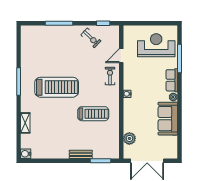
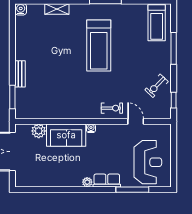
treadmill: (93, 114) -> (157, 23), moved
sofa: (168, 119) -> (66, 135), moved, turned 180

